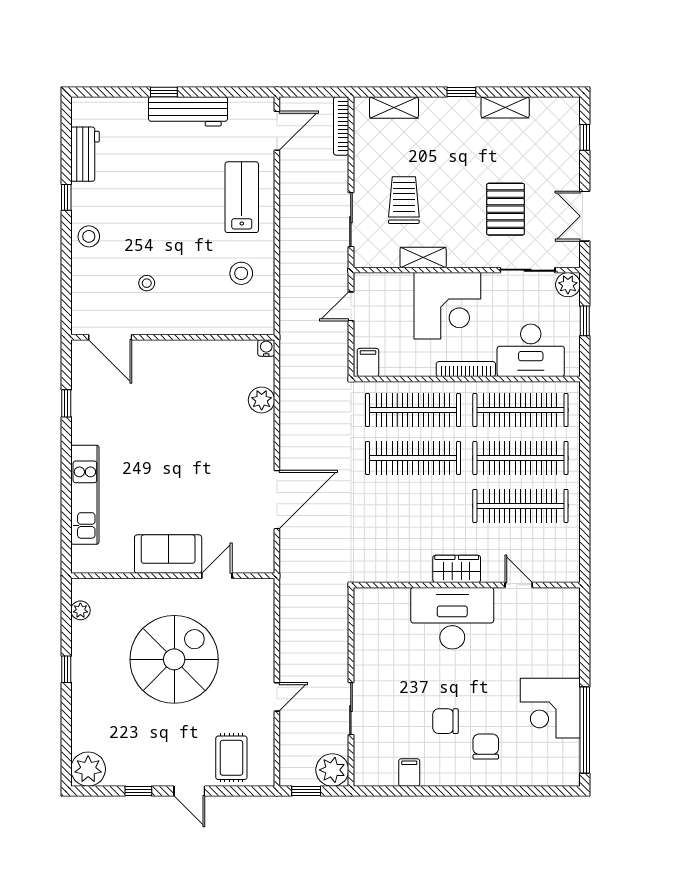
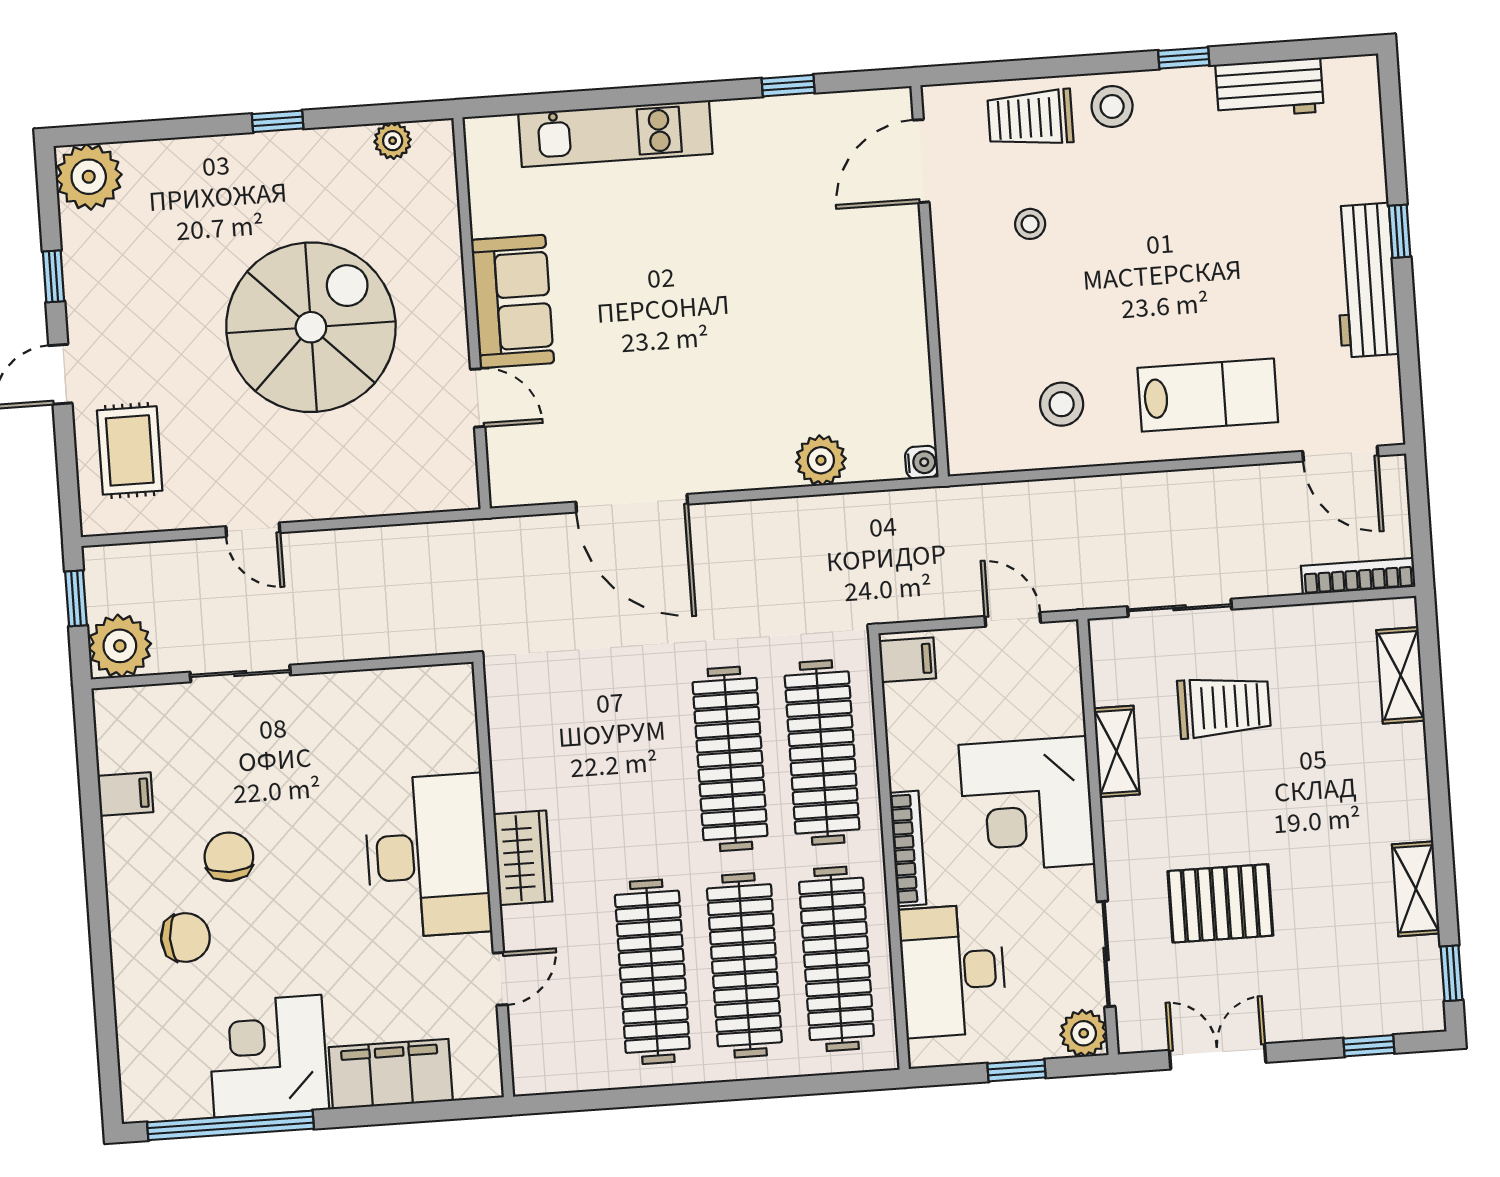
window: (461, 92) -> (1452, 973), moved
trolley: (92, 279) -> (1030, 118), added
filing cabinet: (564, 645) -> (391, 1074), added
spiral stairs: (174, 659) -> (311, 327), turned -90
rug: (231, 758) -> (130, 450), turned 90

